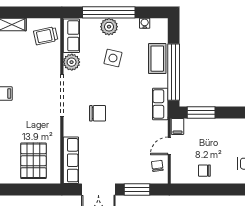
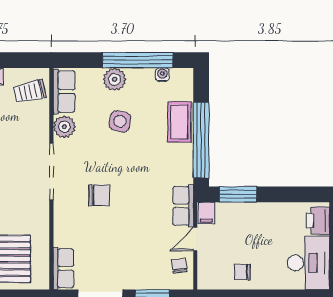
window: (109, 12) -> (138, 60), moved
row of seats: (160, 104) -> (183, 206), moved
row of seats: (71, 160) -> (63, 268), width x0.68

